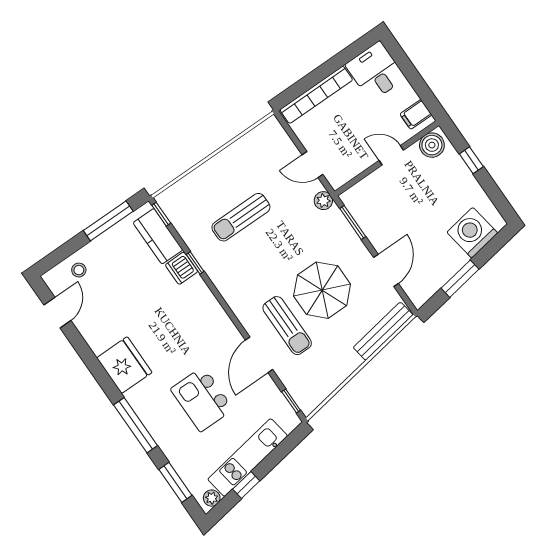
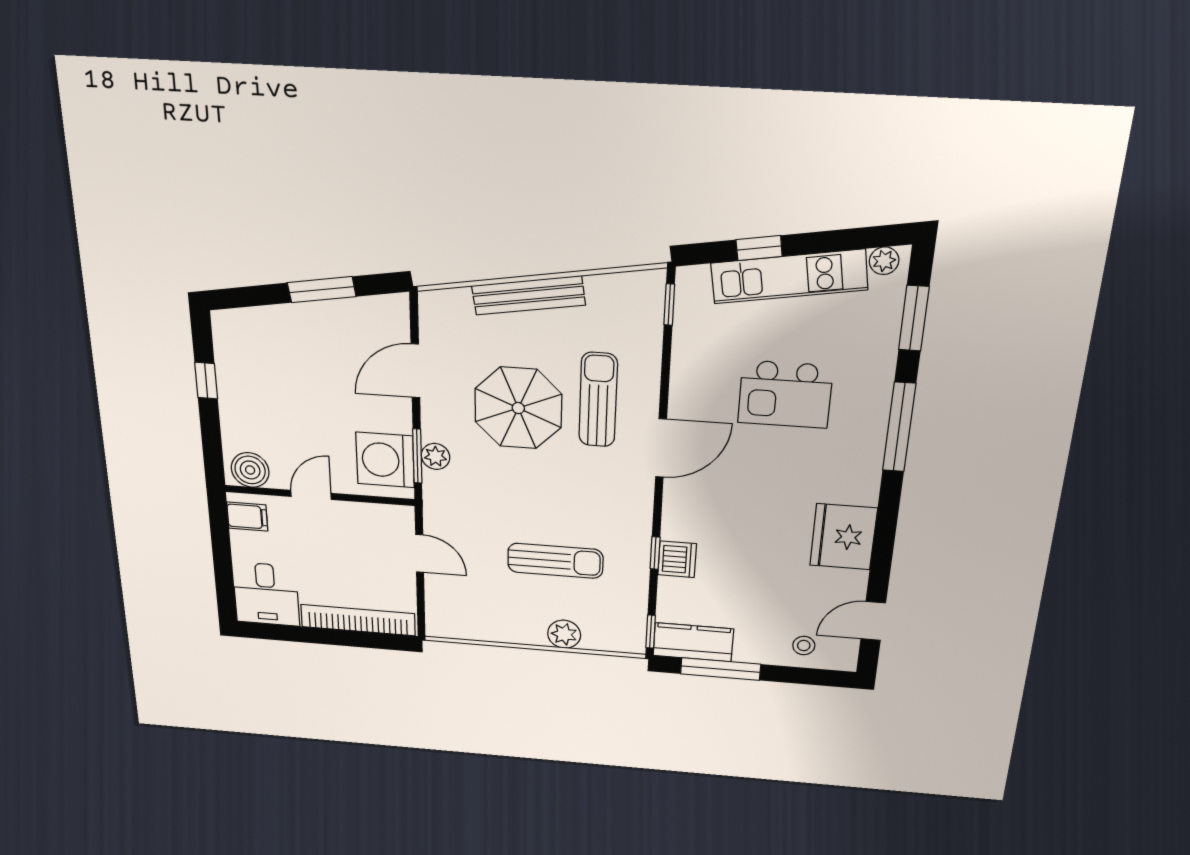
door: (391, 155) -> (311, 495), swing flipped
window: (471, 160) -> (206, 381), moved
plant: (204, 176) -> (564, 634), added
plant: (323, 201) -> (436, 456), moved
washing machine: (472, 233) -> (385, 460), moved, turned 99
kitchen counter: (158, 236) -> (693, 642), moved, turned -90
bench: (383, 331) -> (528, 295), moved
door: (259, 355) -> (661, 448), moved
fridge: (124, 365) -> (843, 537), moved
kitchen island: (202, 399) -> (785, 394), turned 90
window: (246, 485) -> (759, 248), moved

